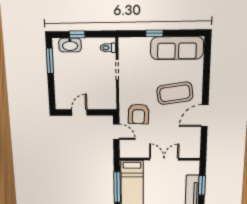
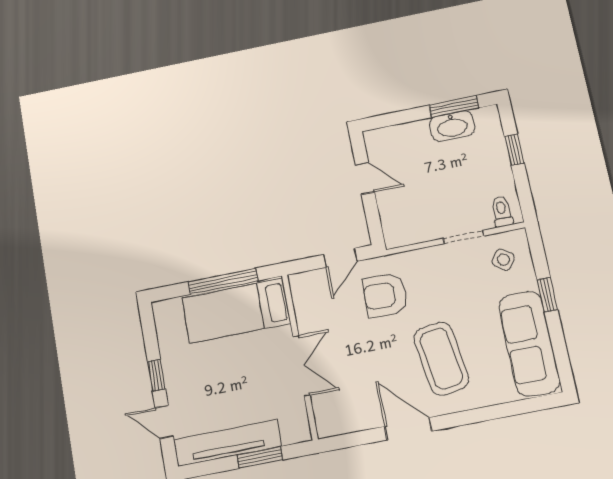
washbasin: (70, 45) -> (452, 126), moved, turned -90
side table: (132, 52) -> (503, 260), added

